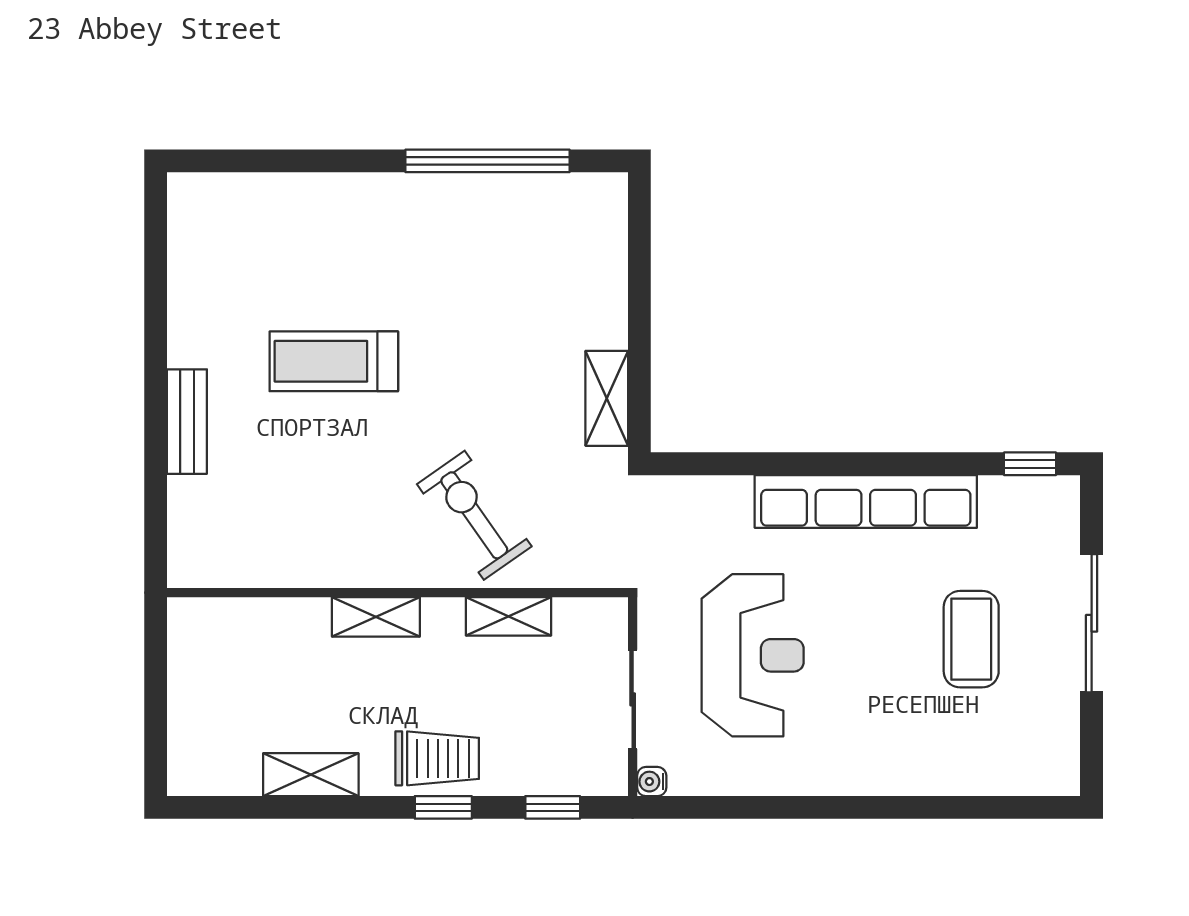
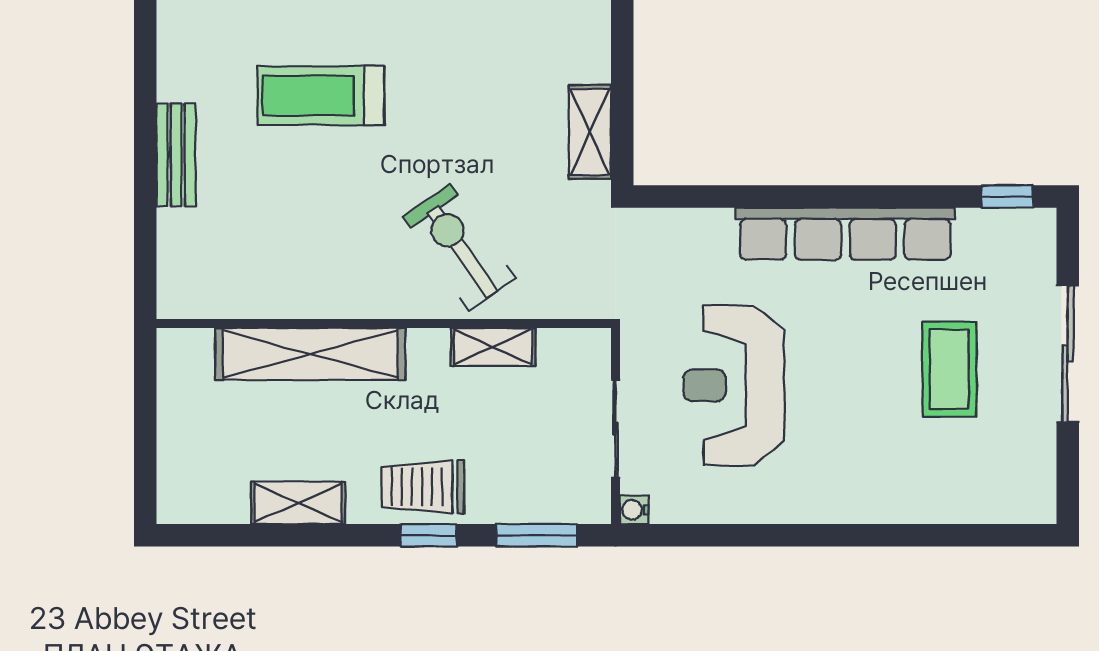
shelving: (376, 617) -> (310, 354), width x2.20, depth x1.33
reception desk: (753, 655) -> (734, 385), turned 180
trolley: (437, 758) -> (423, 487), turned 180
window: (553, 807) -> (537, 535), width x1.50

